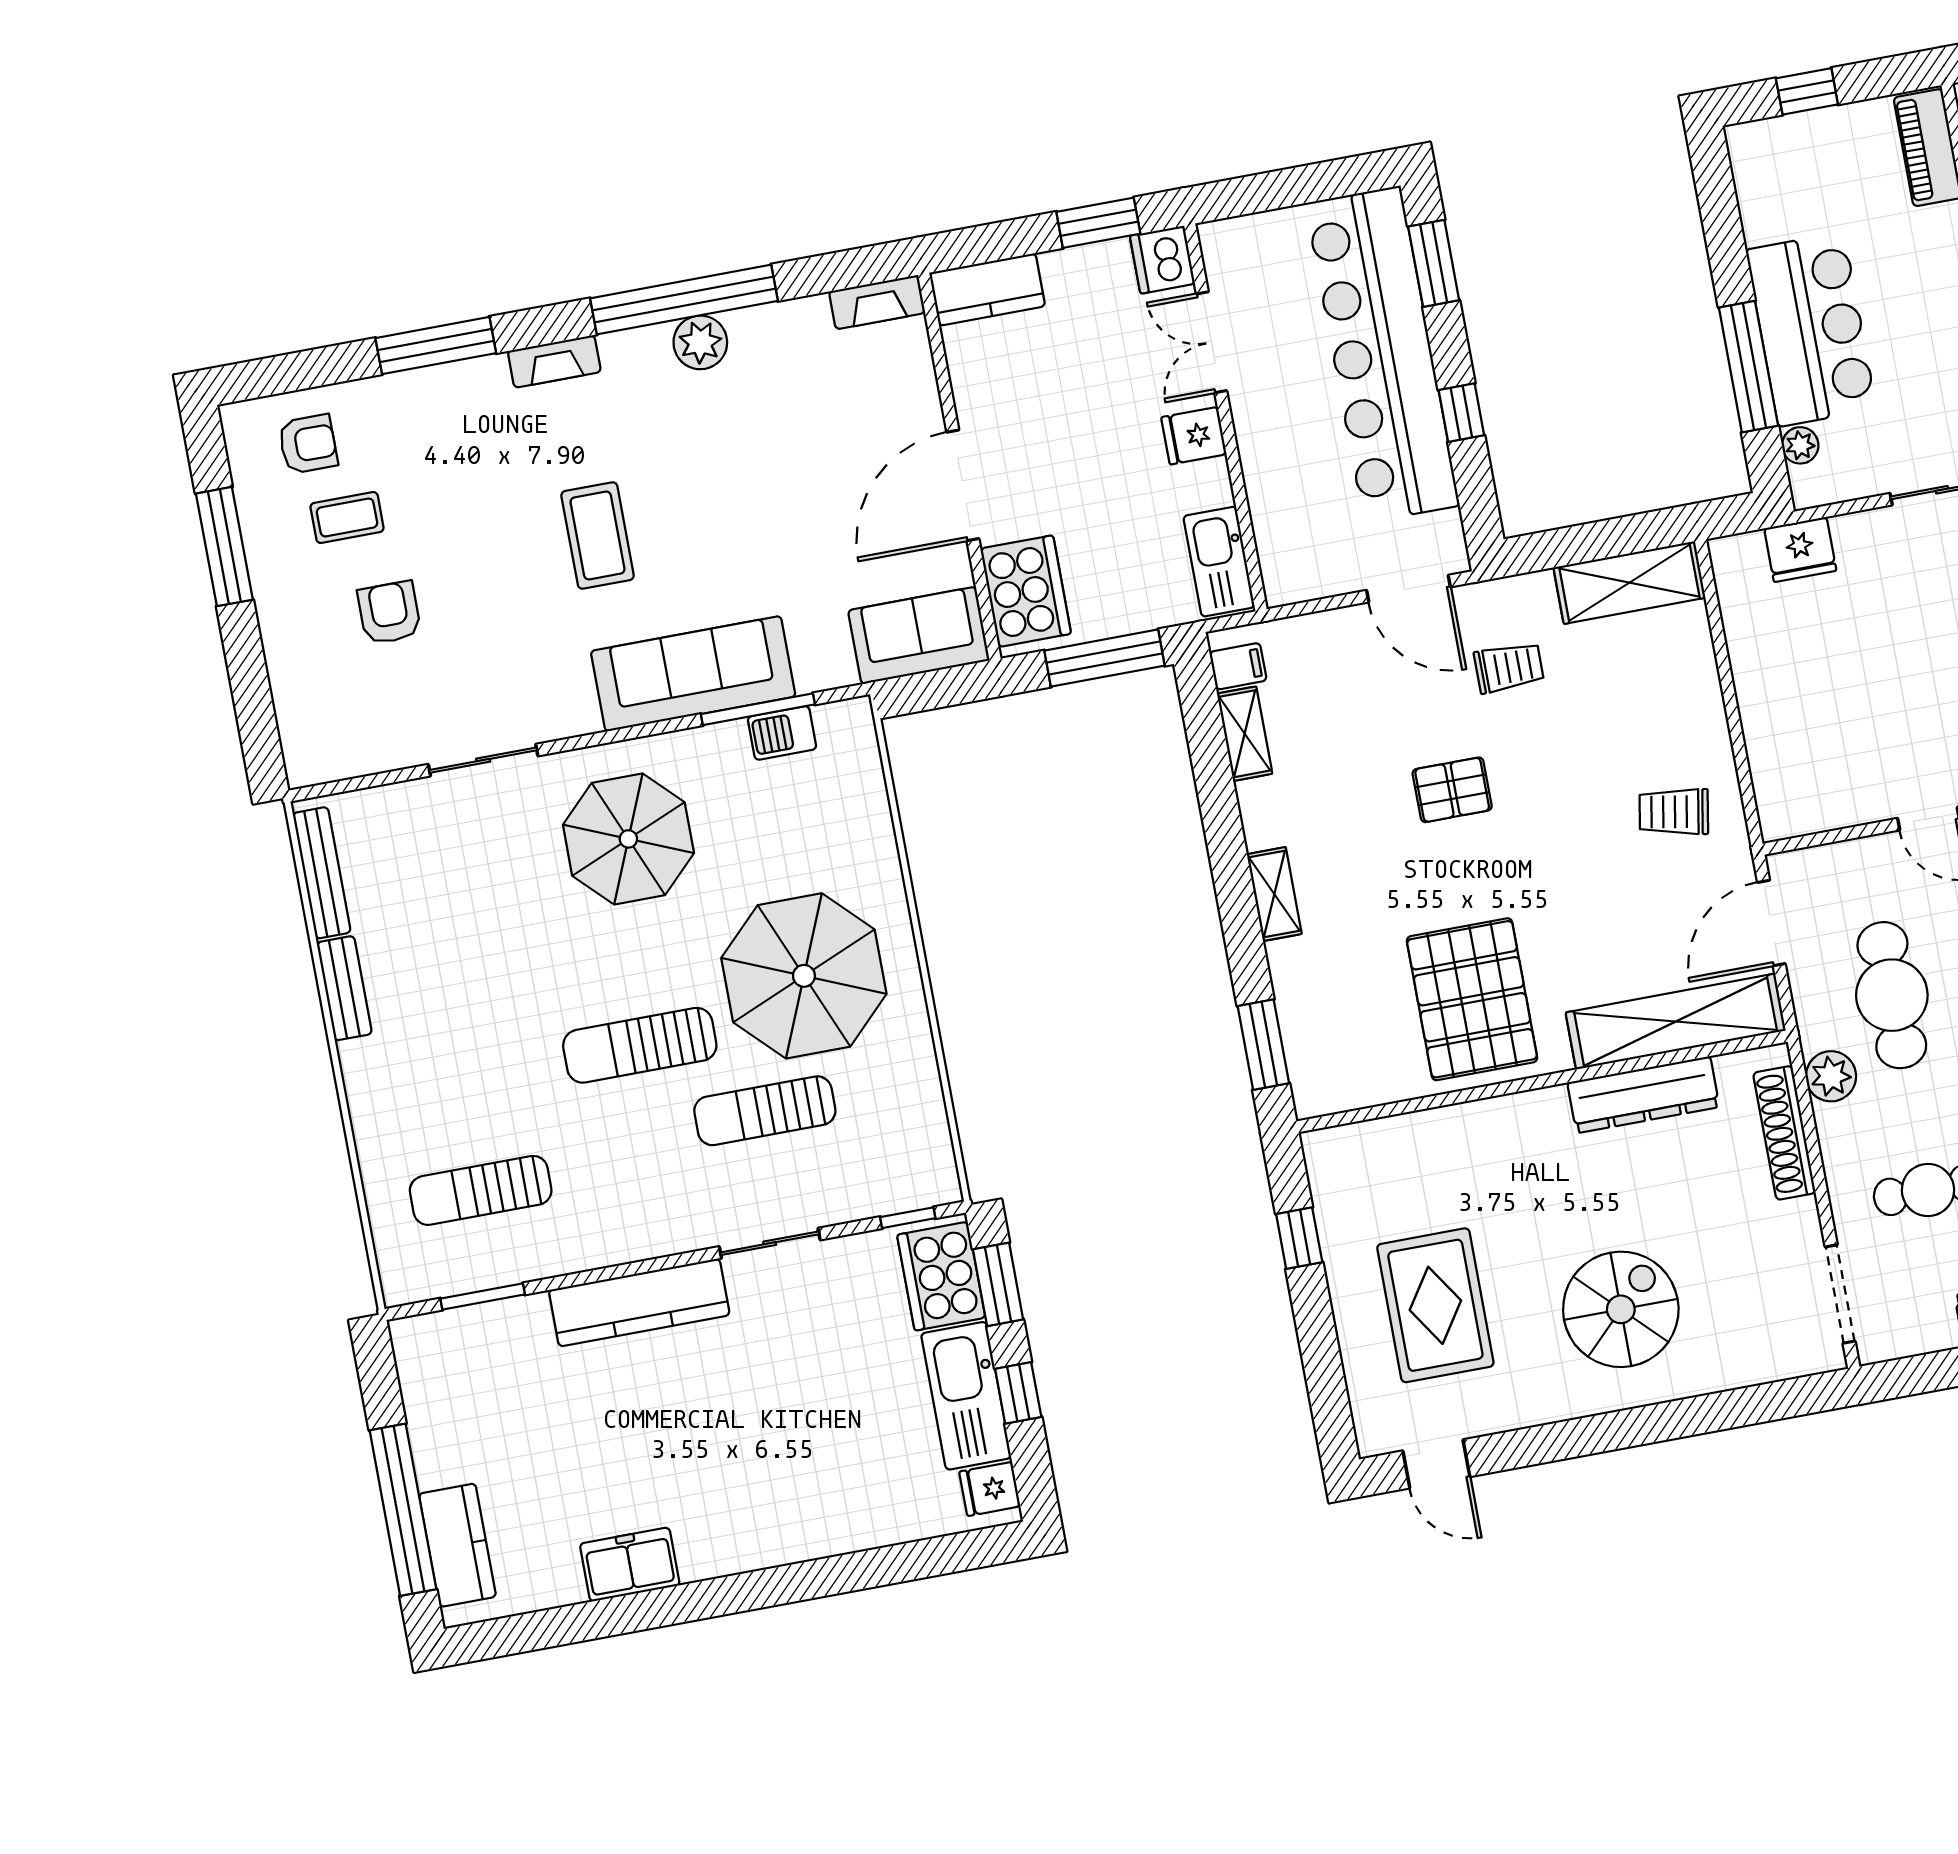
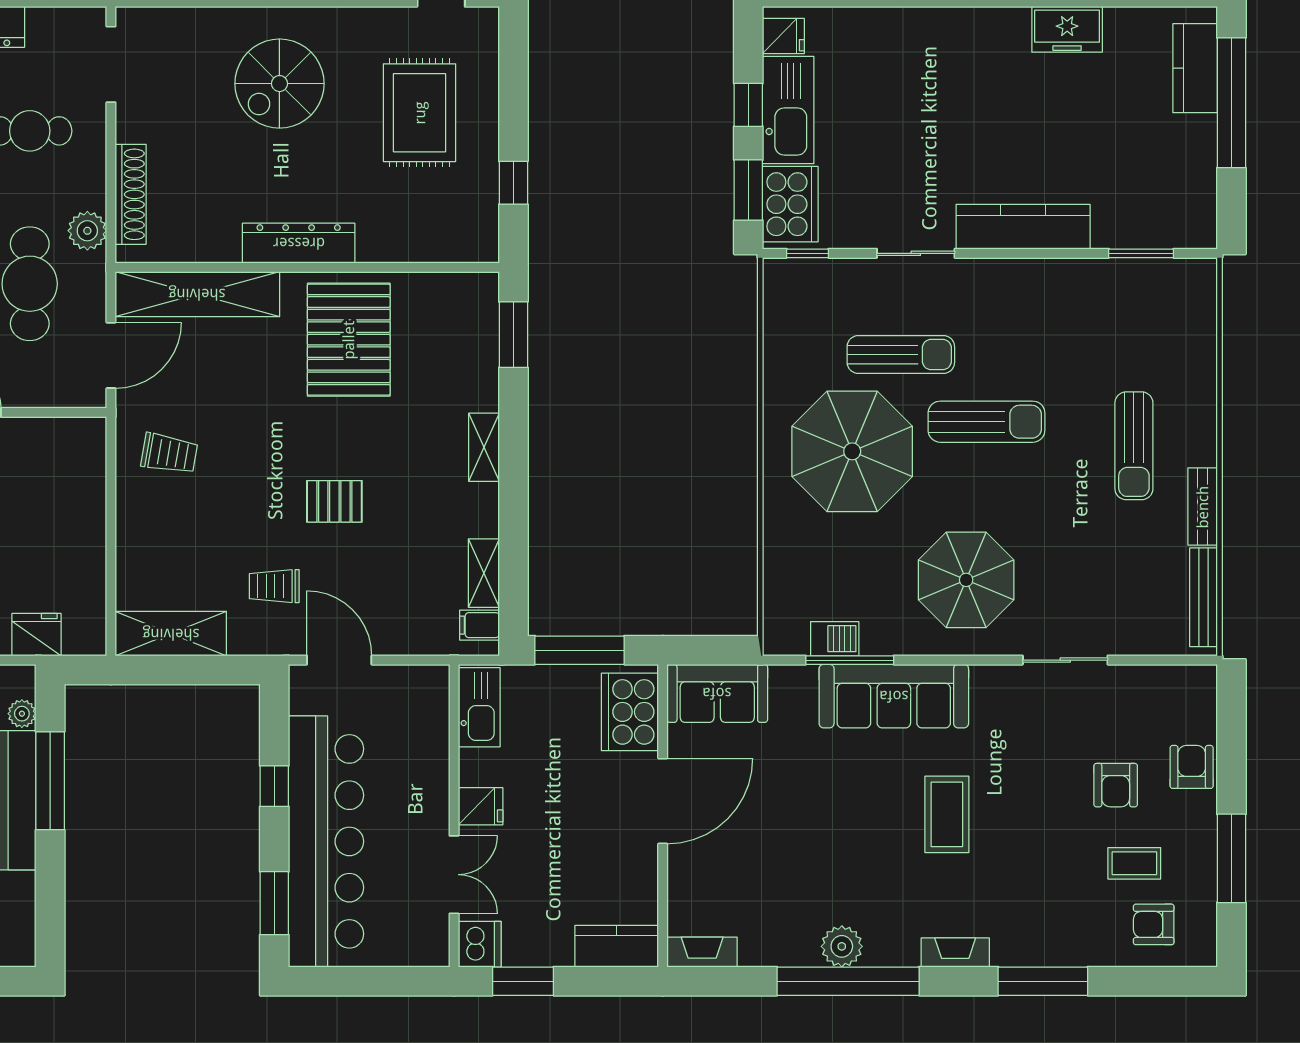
armchair: (297, 654) -> (1192, 767), added
dresser: (1643, 1095) -> (299, 243), moved
sun lounger: (481, 1190) -> (1134, 446), moved, turned 90

